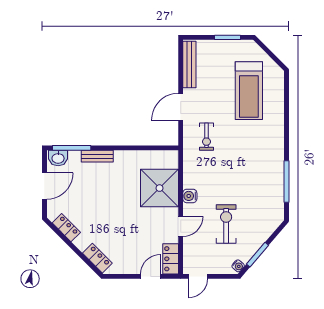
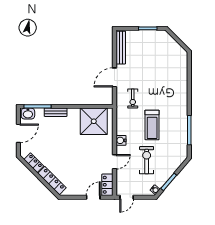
treadmill: (249, 91) -> (152, 125), moved, width x0.73, depth x0.73
shower: (159, 188) -> (94, 121), moved
locker: (97, 258) -> (52, 181), width x1.53

